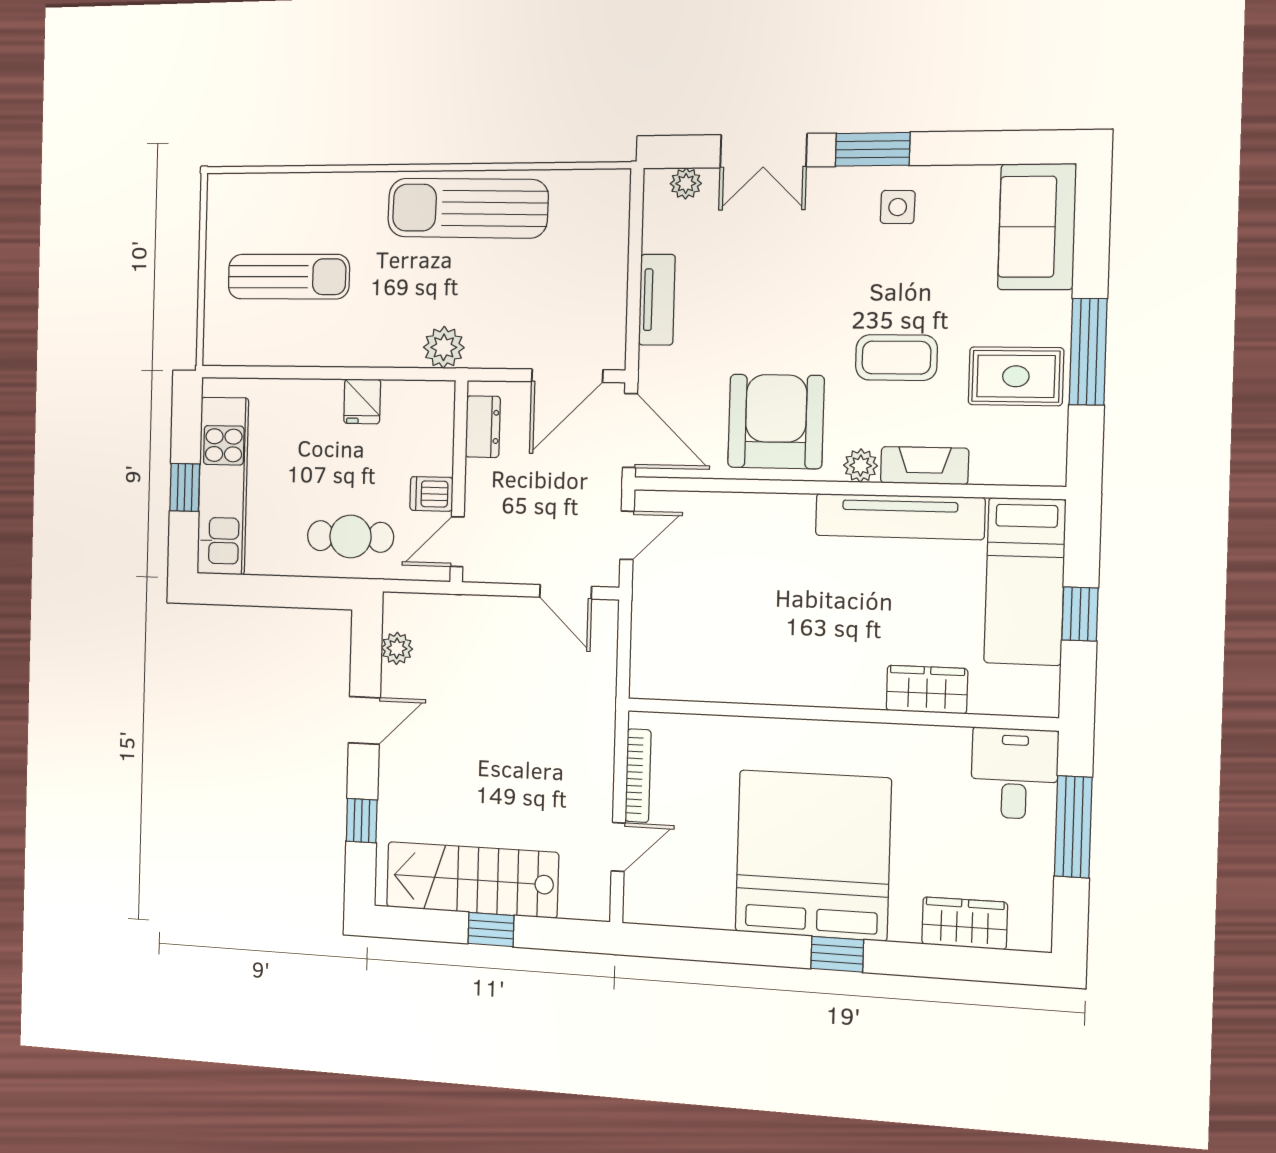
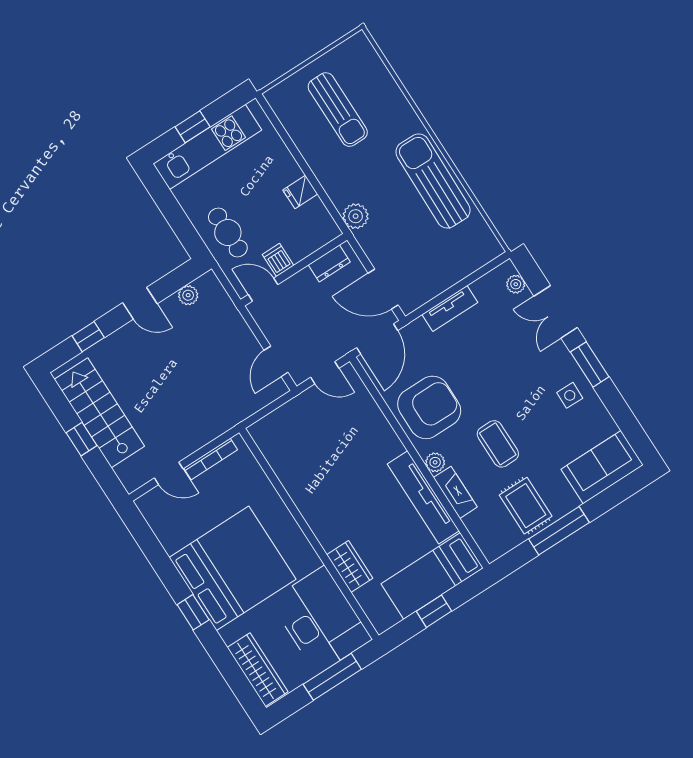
desk: (1014, 773) -> (321, 620), width x1.87, depth x1.30
wardrobe: (965, 923) -> (258, 670), width x1.50

